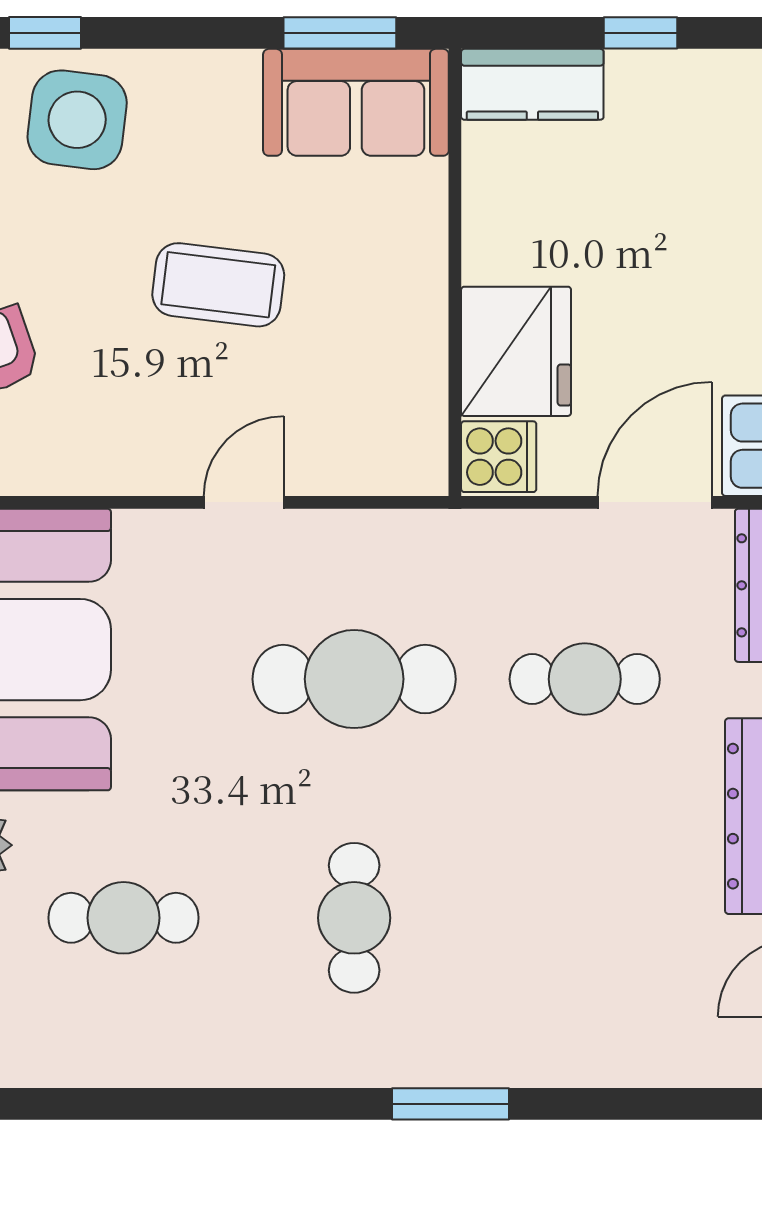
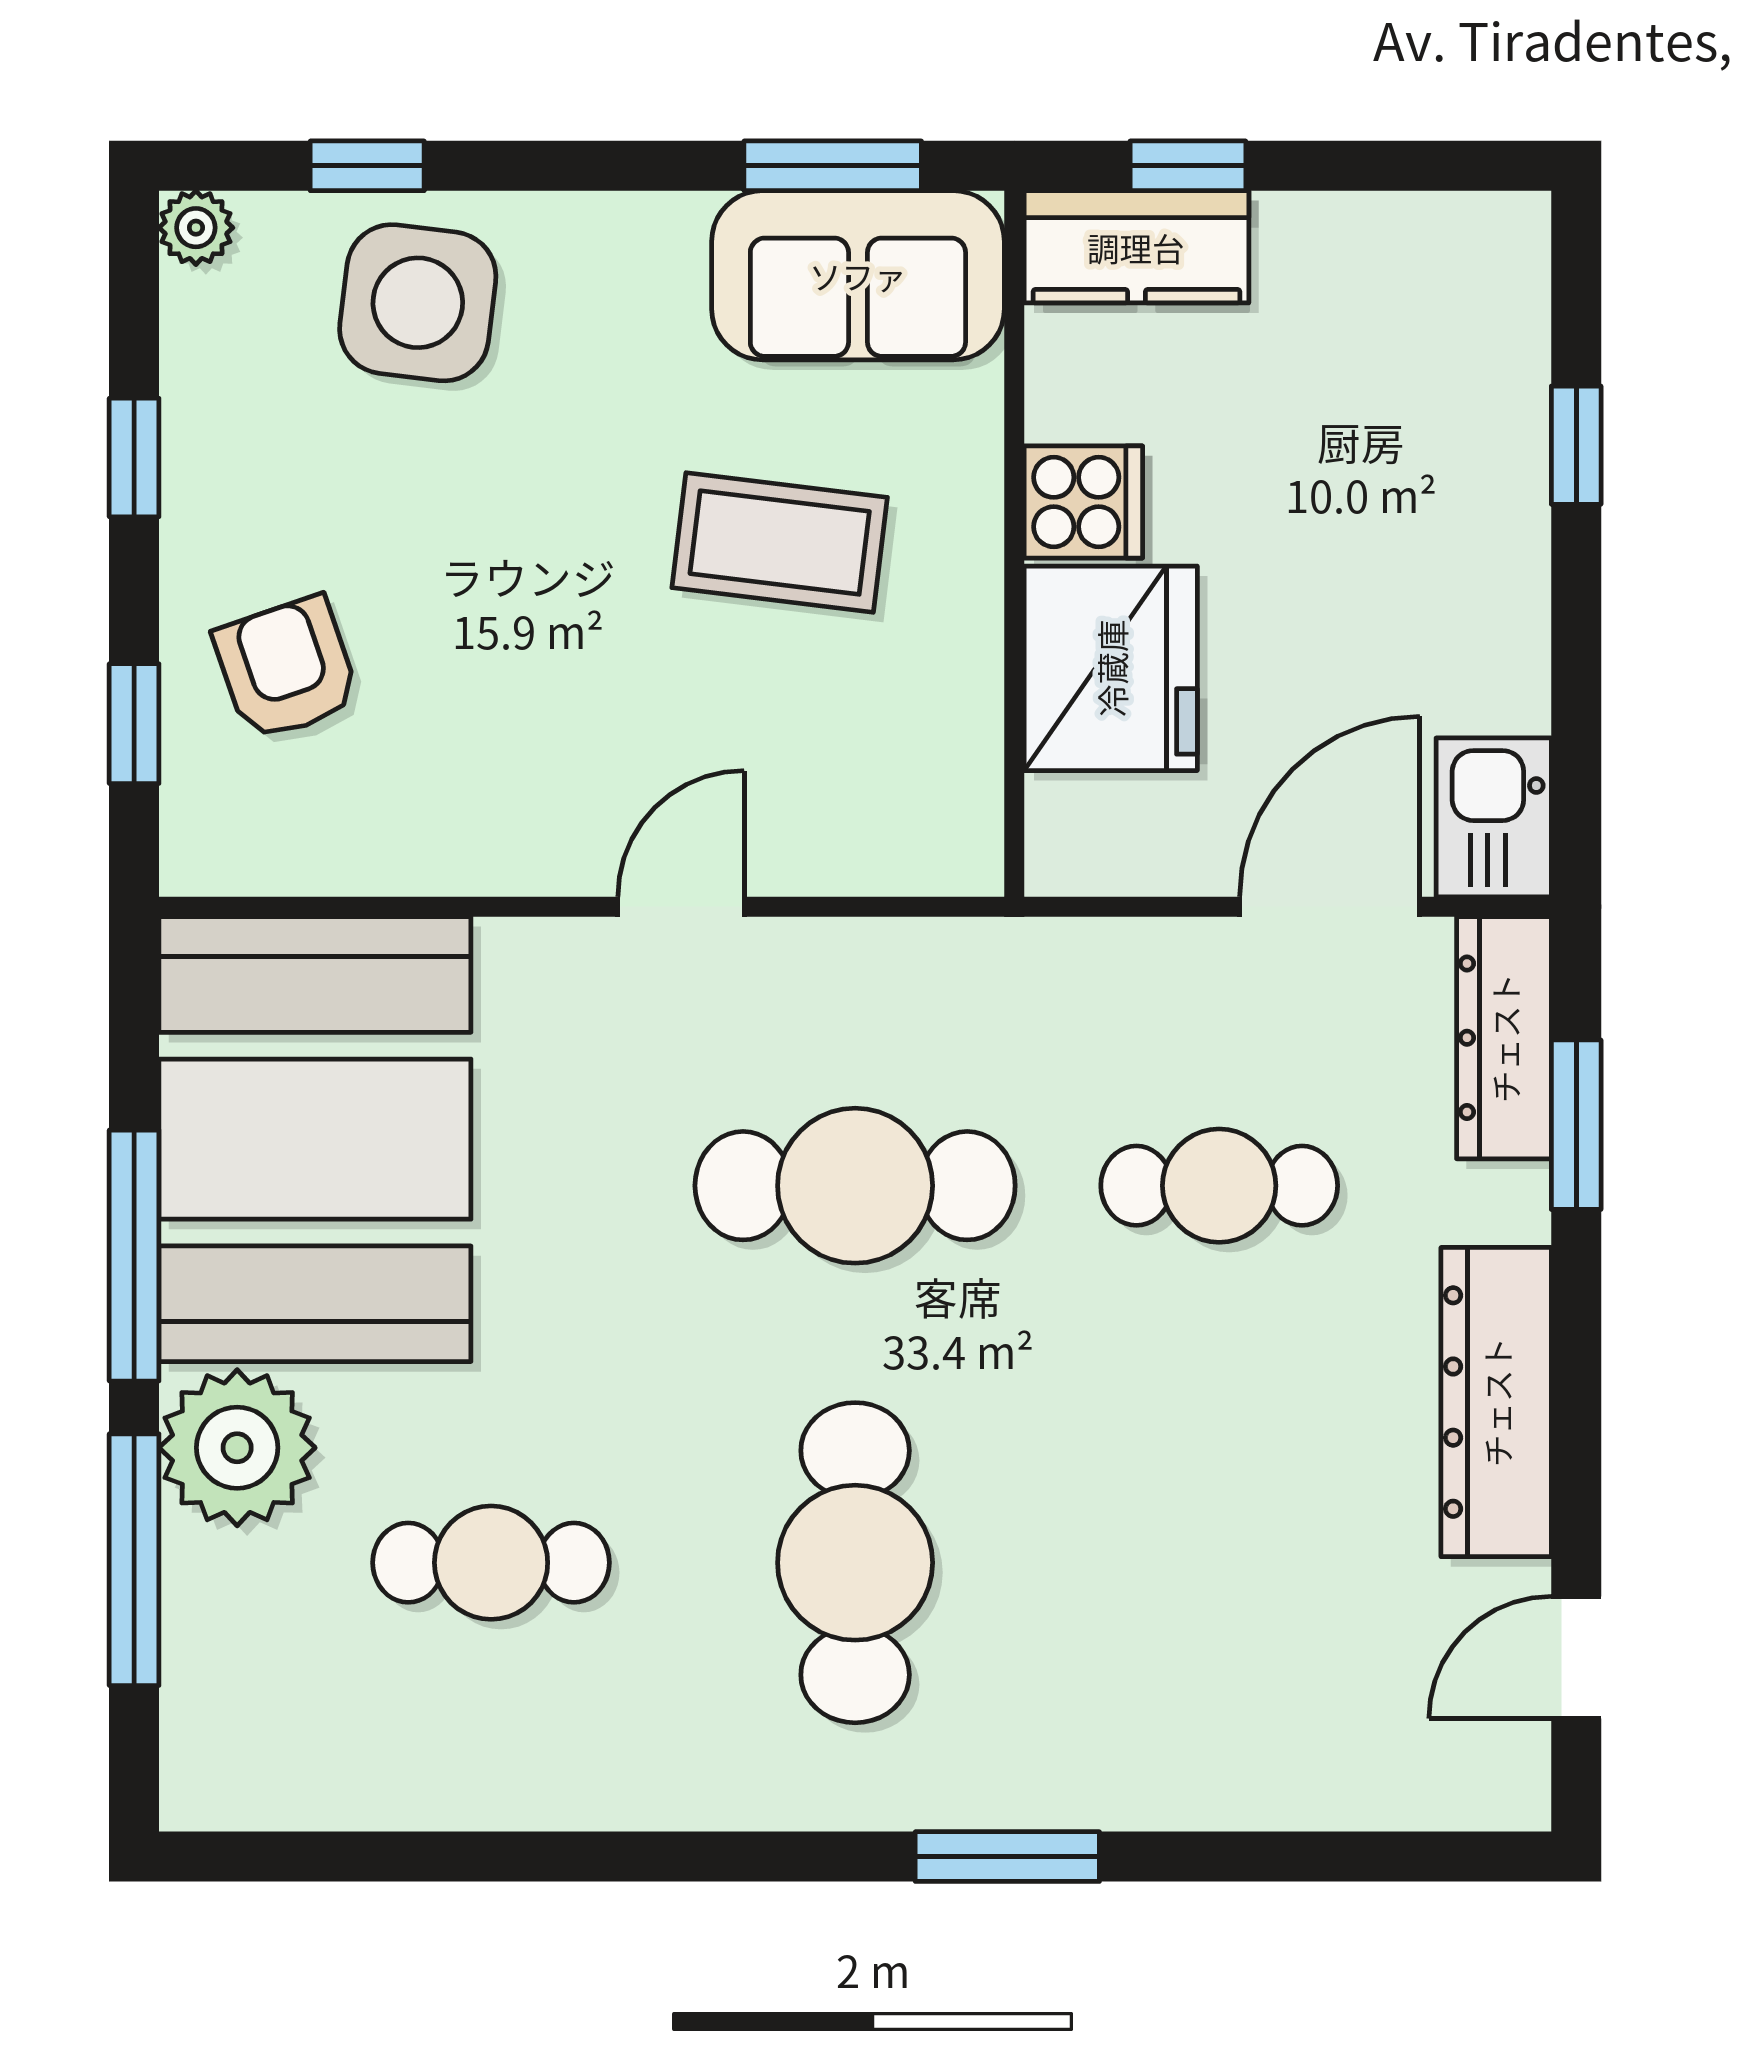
window: (641, 33) -> (1188, 166), moved
coffee table: (218, 285) -> (780, 543), moved
cooker: (499, 457) -> (1083, 502), moved
cafe table: (354, 918) -> (855, 1563), width x1.37, depth x1.35

